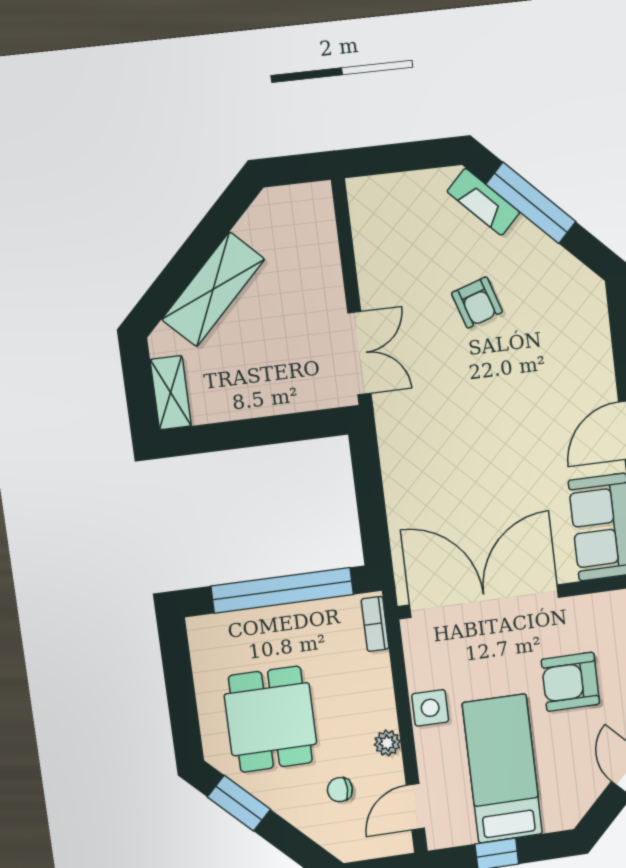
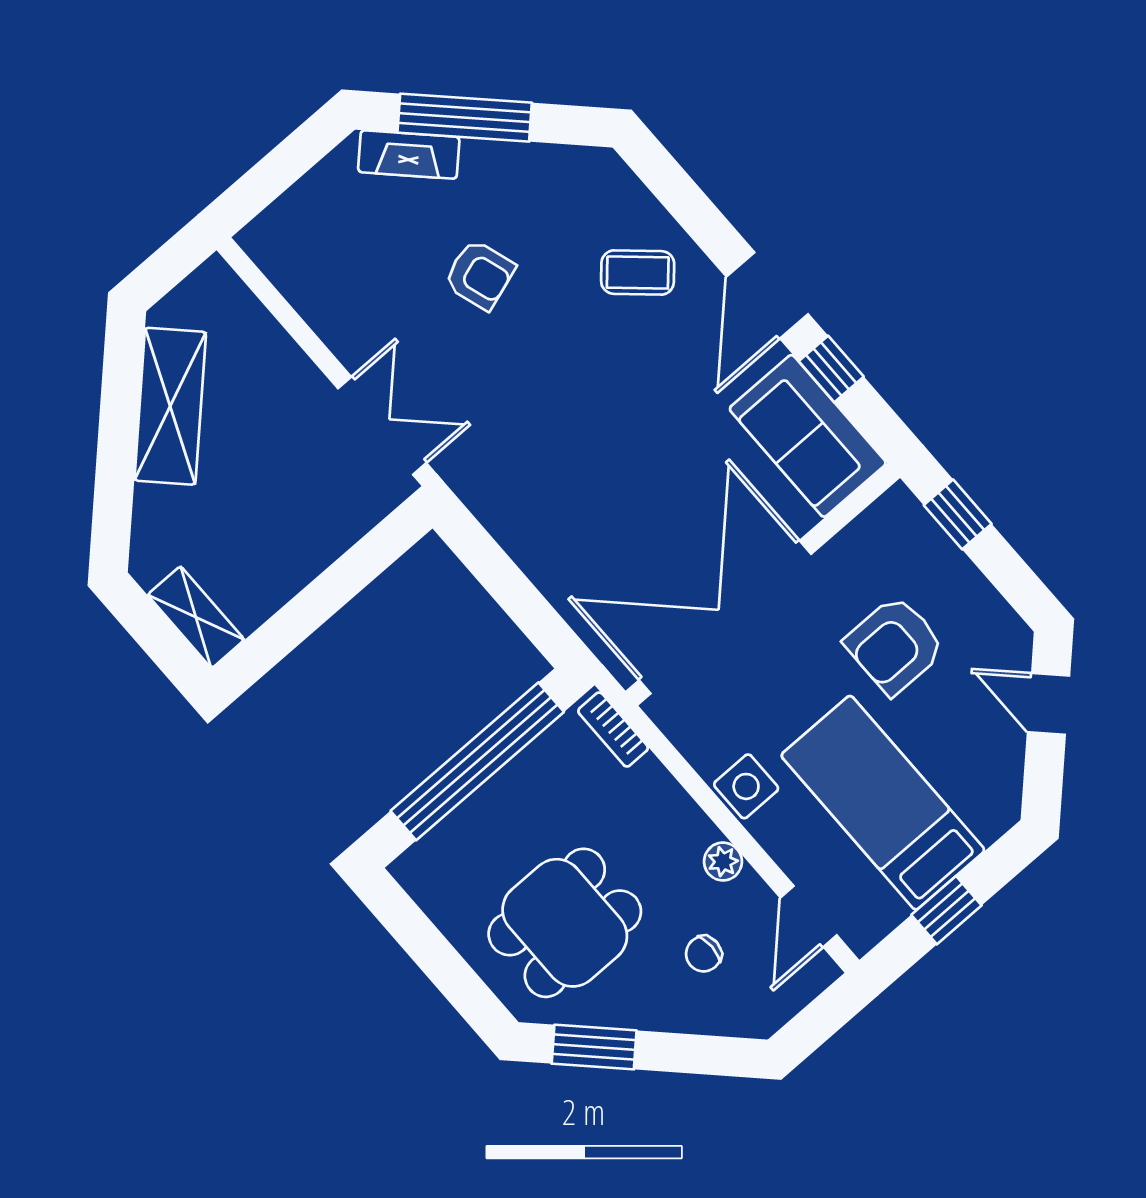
shelving: (213, 289) -> (170, 406), moved
coffee table: (570, 365) -> (638, 272), added
dining table: (271, 719) -> (565, 923), turned 90

